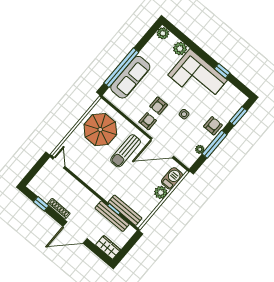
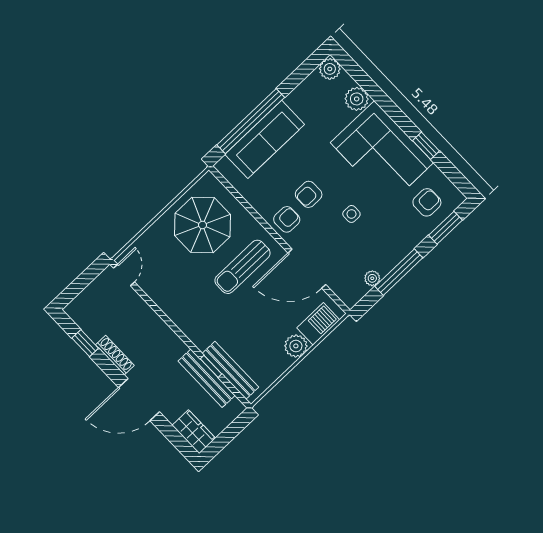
armchair: (213, 126) -> (427, 202), moved

